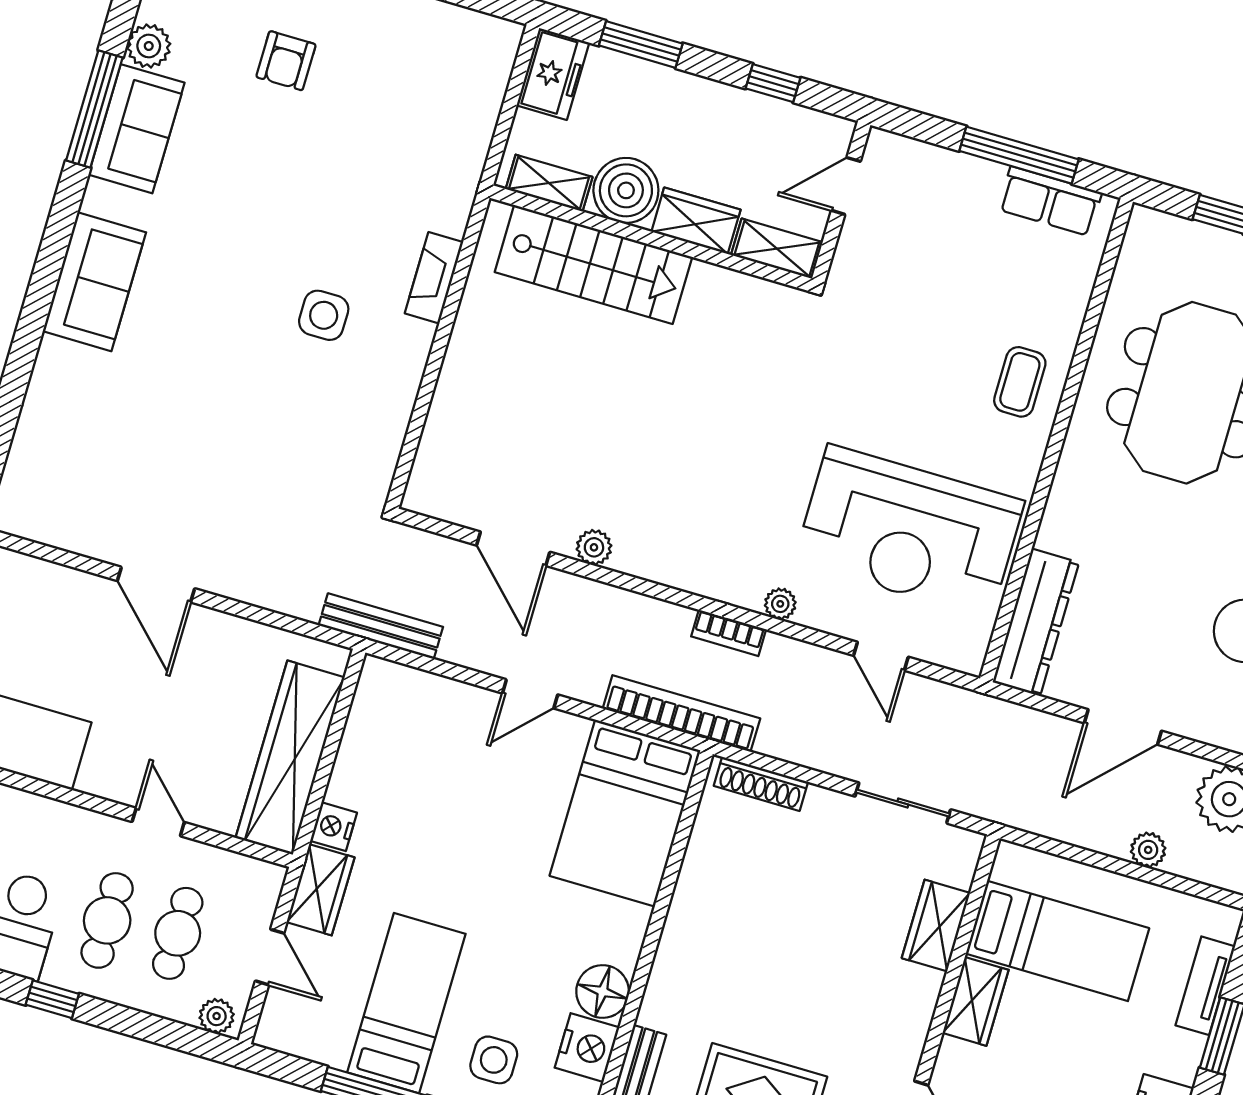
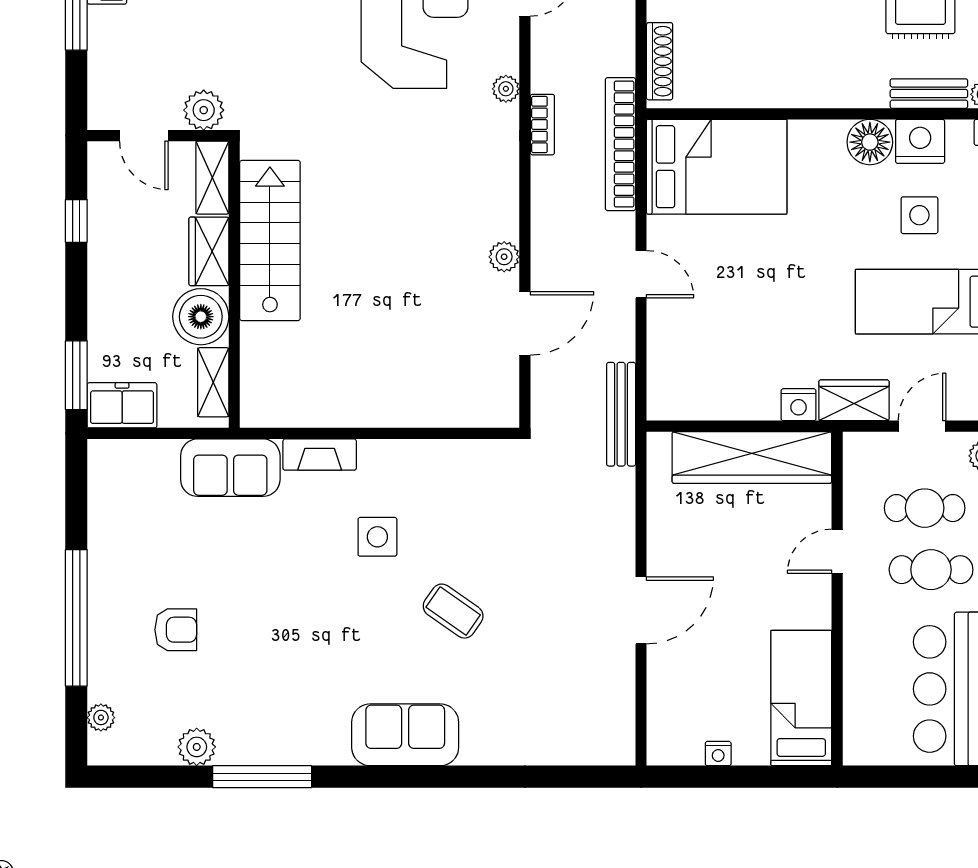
window: (641, 44) -> (76, 375), moved
sofa: (137, 129) -> (230, 468), moved, turned 180
plant: (855, 261) -> (204, 110), added
stairs: (593, 264) -> (270, 240), moved
coffee table: (216, 375) -> (453, 611), added
side table: (494, 1060) -> (919, 215), moved

